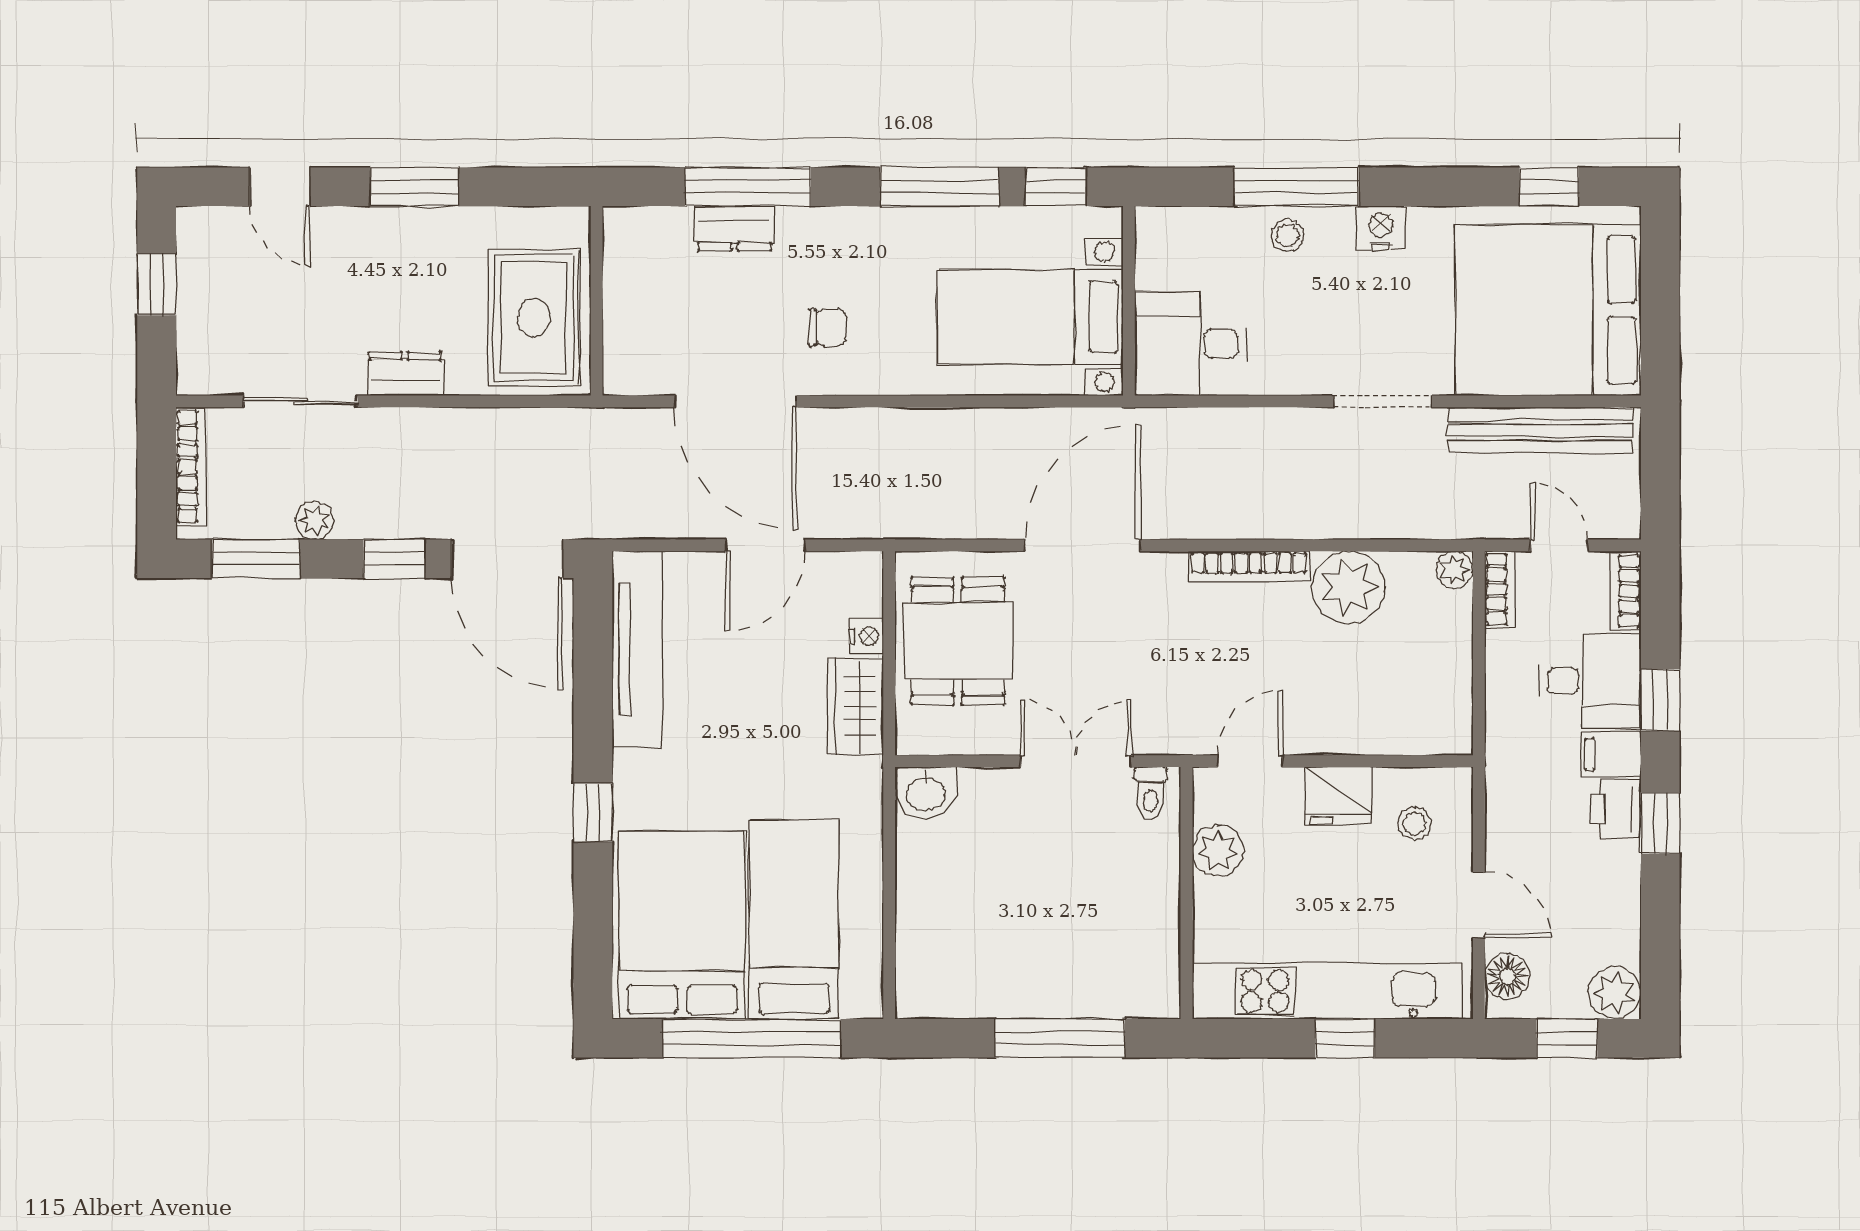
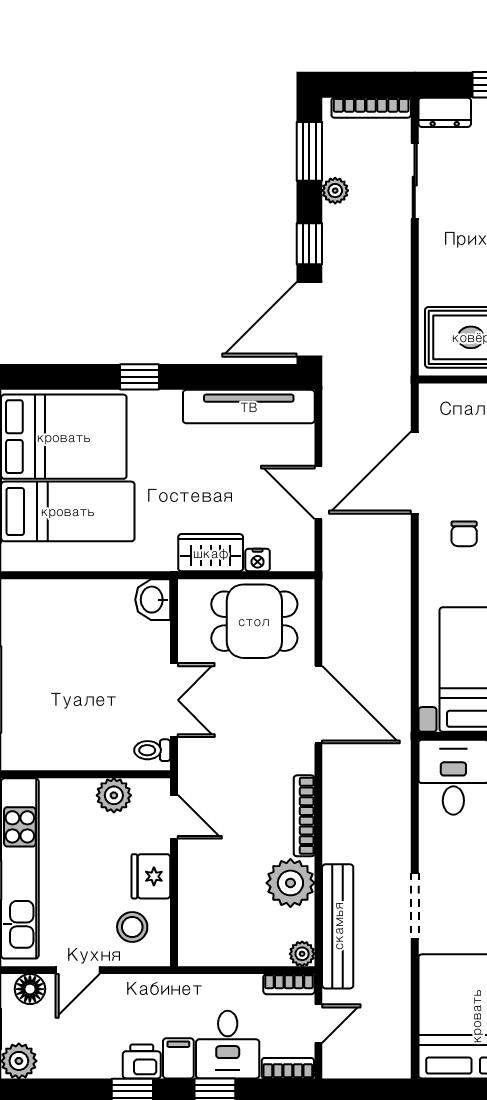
dresser: (405, 374) -> (445, 112), moved, turned 90
bench: (1540, 430) -> (338, 926), moved
stool: (1415, 823) -> (132, 927), width x1.37, depth x1.37

